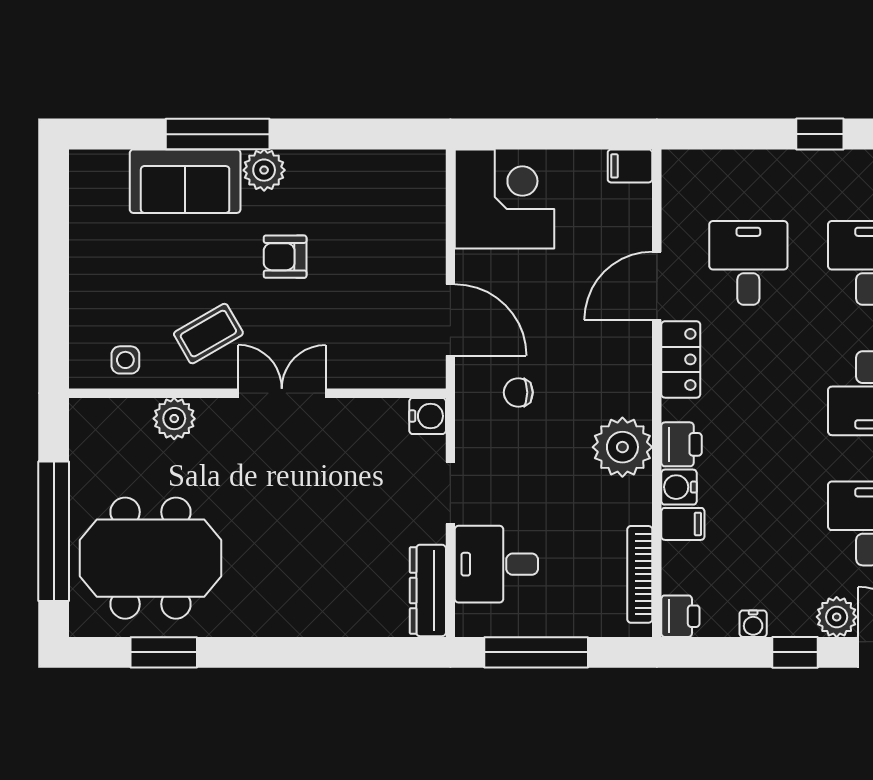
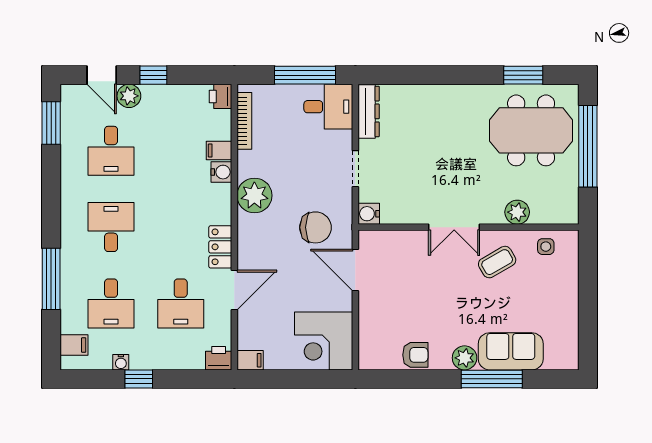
armchair: (285, 257) -> (415, 355), moved
chair: (518, 392) -> (316, 227), width x1.87, depth x1.87
printer: (681, 444) -> (219, 358), moved, turned 90
desk: (496, 564) -> (328, 107), moved
water cooler: (753, 624) -> (121, 362), moved, turned 180

